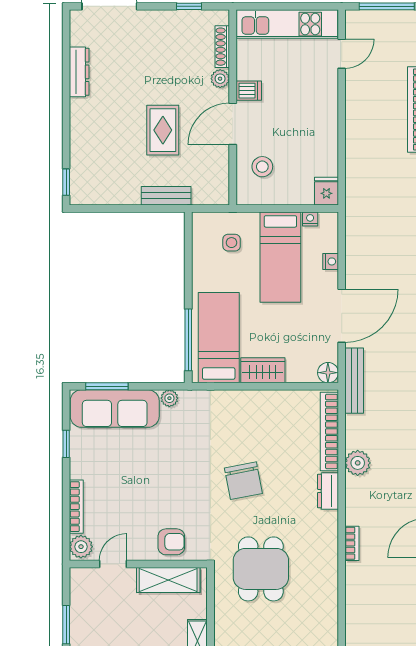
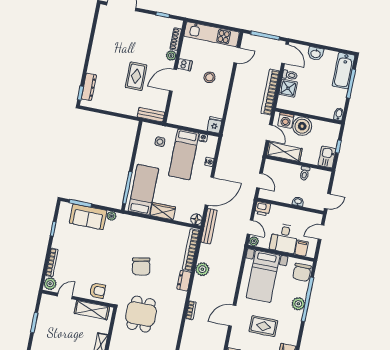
dresser: (79, 72) -> (89, 87), moved
stool: (262, 167) -> (209, 77), moved
bench: (166, 196) -> (151, 115), moved
sofa: (115, 409) -> (88, 217), width x0.73

